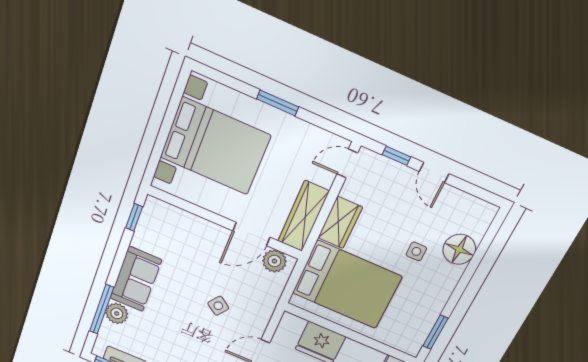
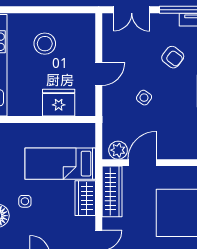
bed: (347, 285) -> (60, 164), width x0.67
armchair: (167, 334) -> (173, 57), added

